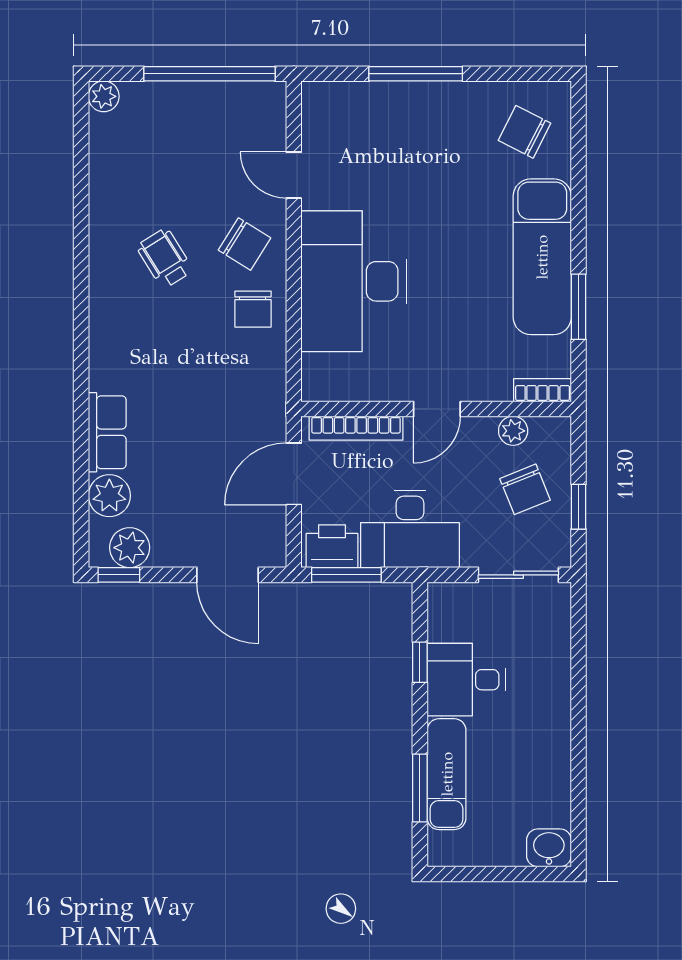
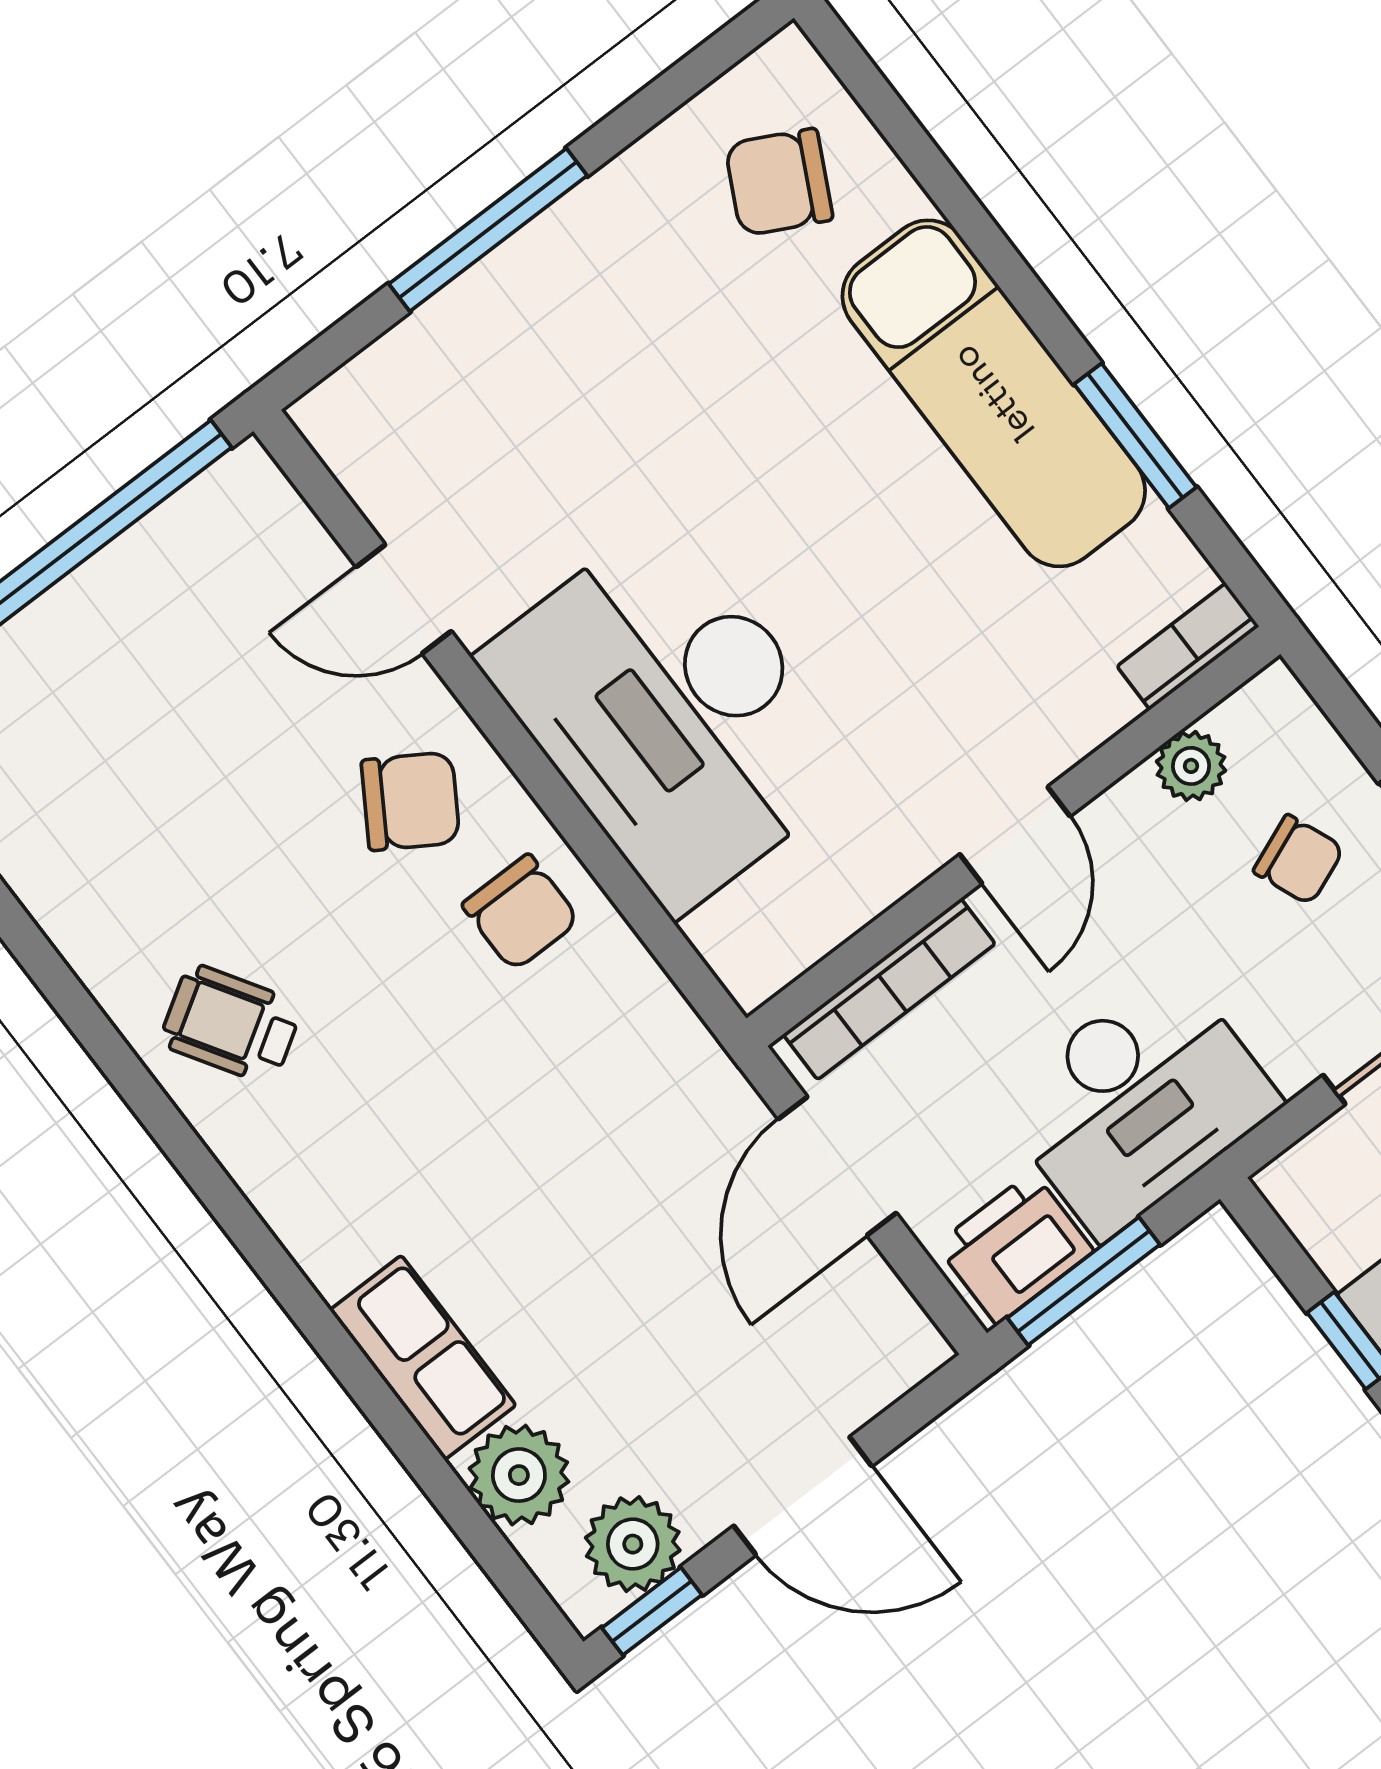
wheelchair: (165, 258) -> (231, 1024), moved
chair: (525, 489) -> (1299, 860), width x0.73, depth x0.73
door: (228, 575) -> (803, 1496), moved

